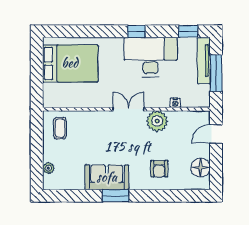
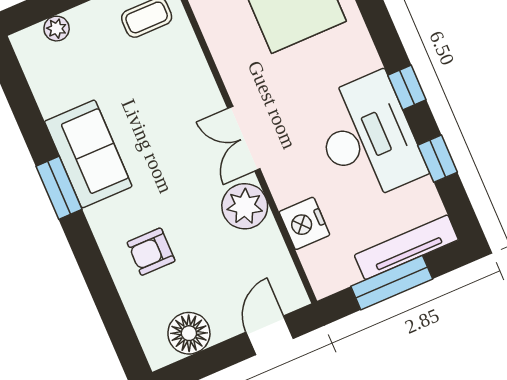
window: (188, 31) -> (438, 159), moved
nightstand: (175, 103) -> (304, 223), width x1.89, depth x1.79
double door: (129, 109) -> (244, 139), swing flipped
door: (216, 134) -> (270, 335), hinge flipped

